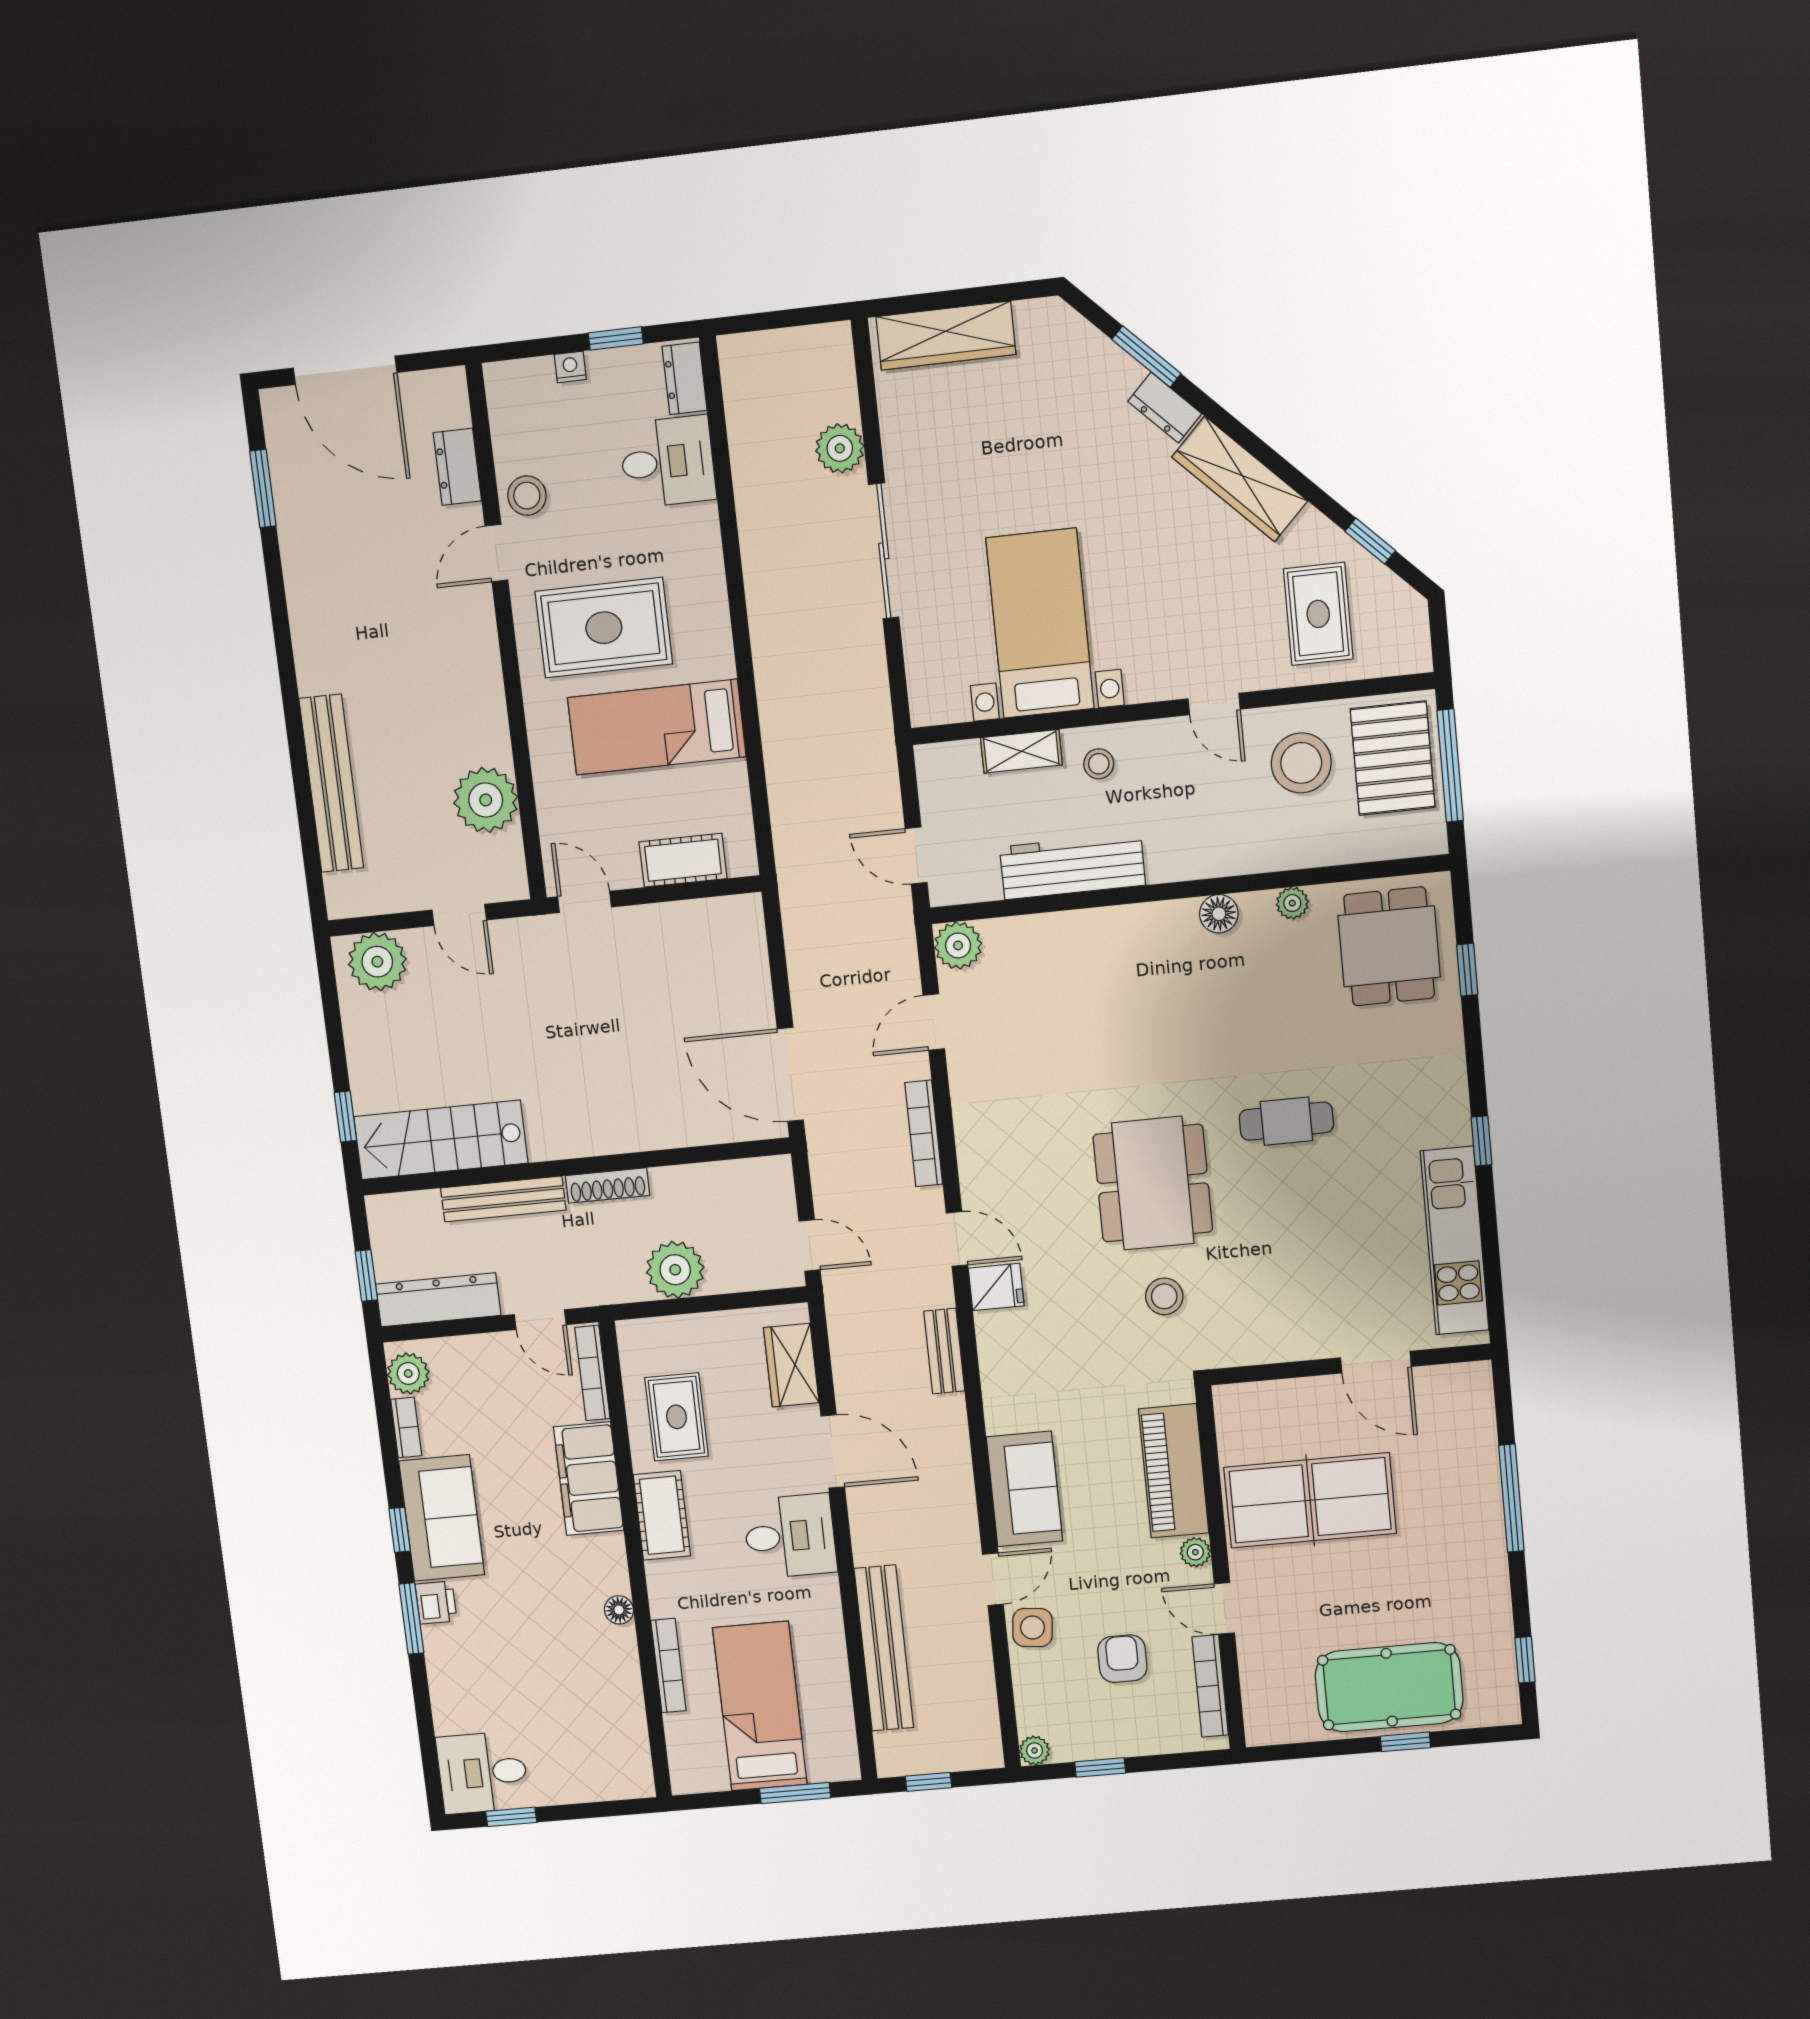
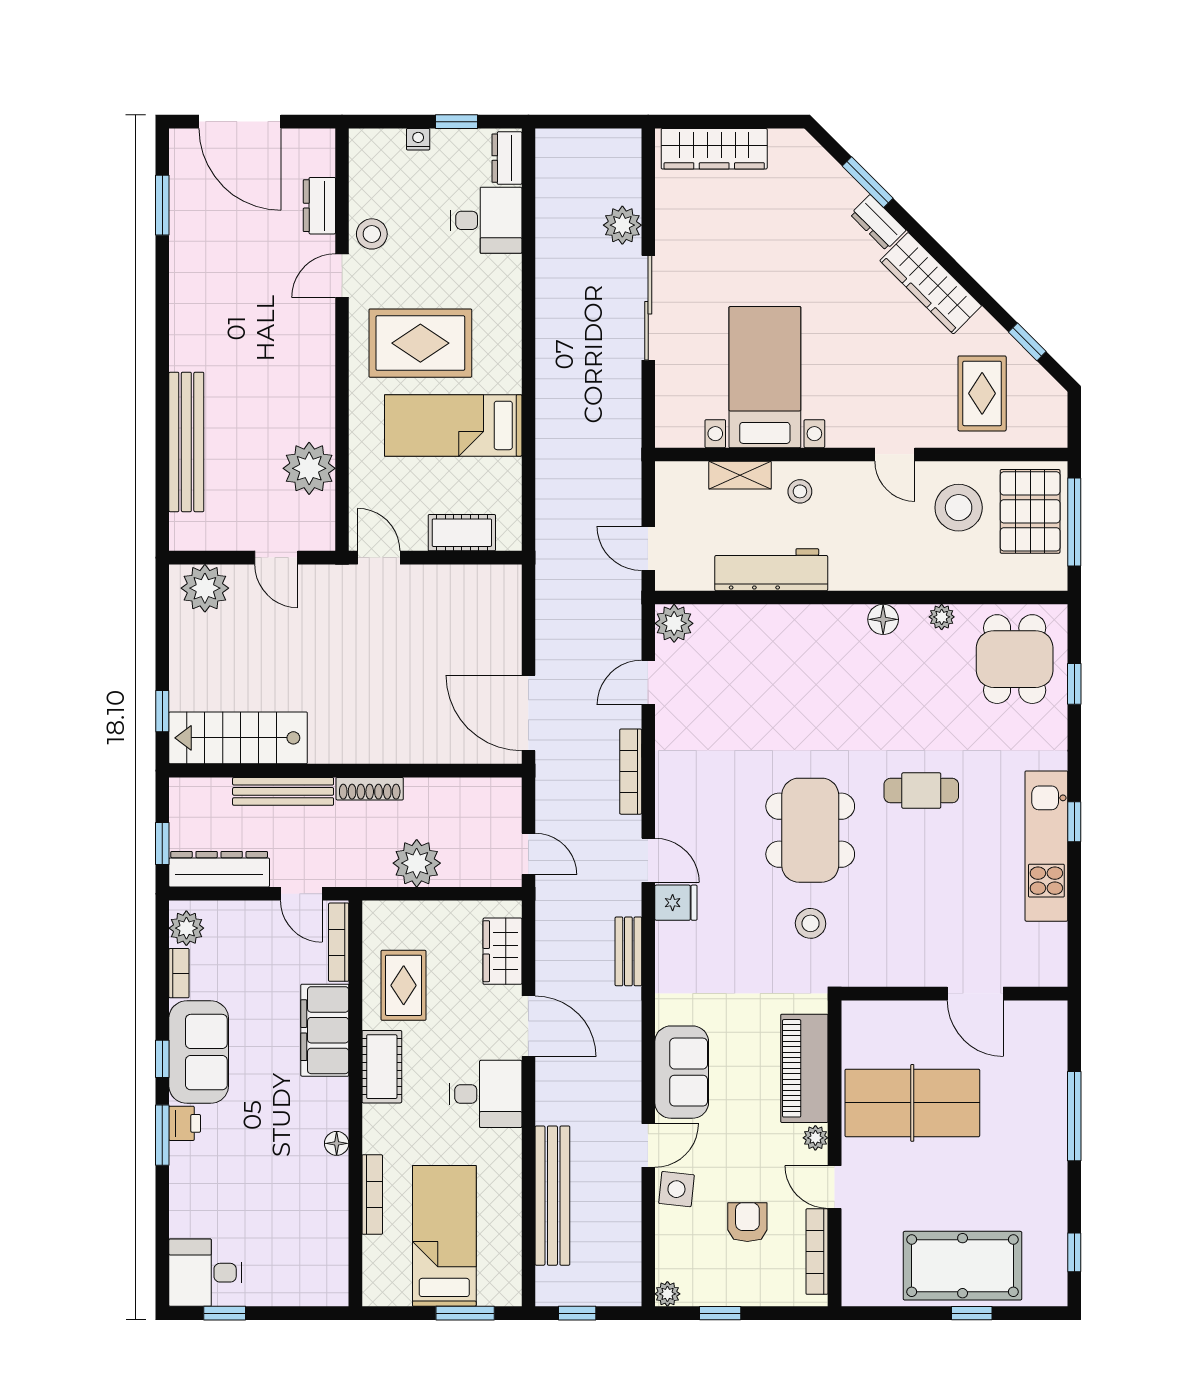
kitchen unit: (1455, 1241) -> (1046, 846), moved

